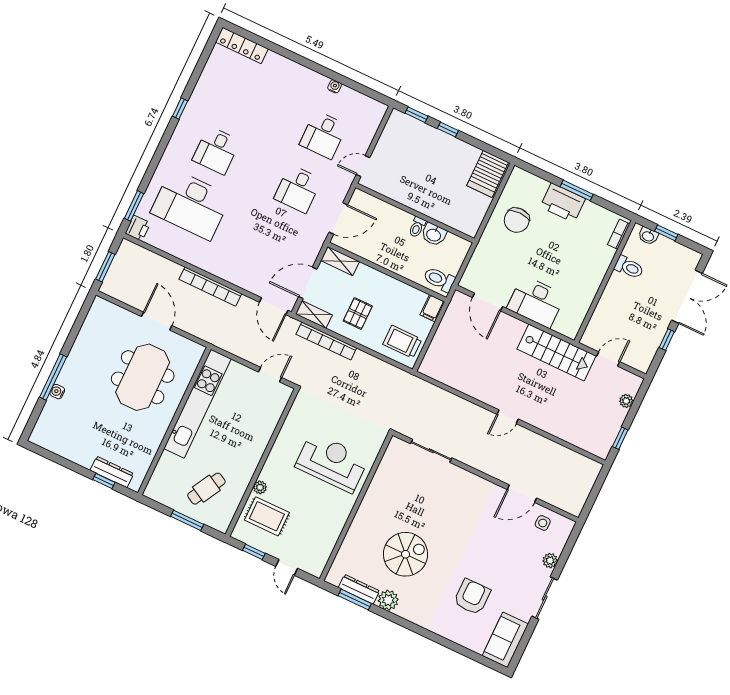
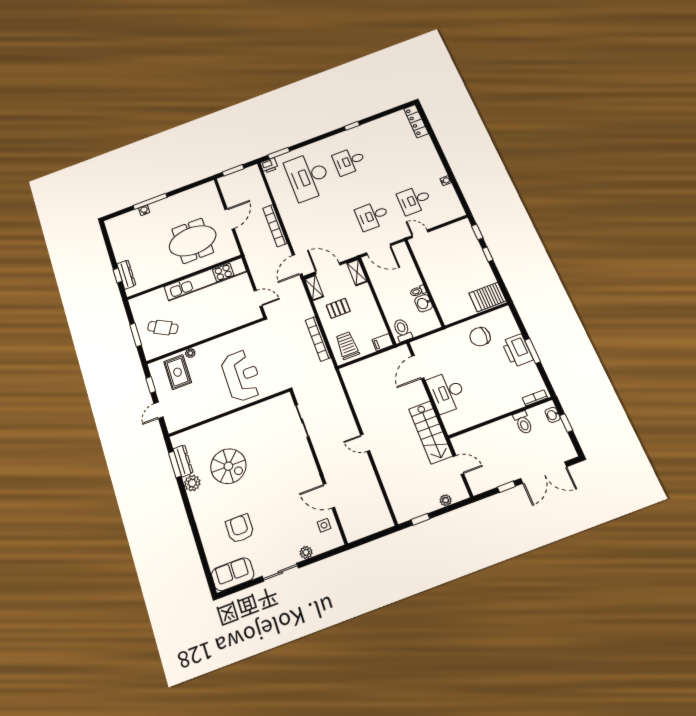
bookcase: (326, 341) -> (318, 339), moved
armchair: (472, 597) -> (240, 529), turned -90

